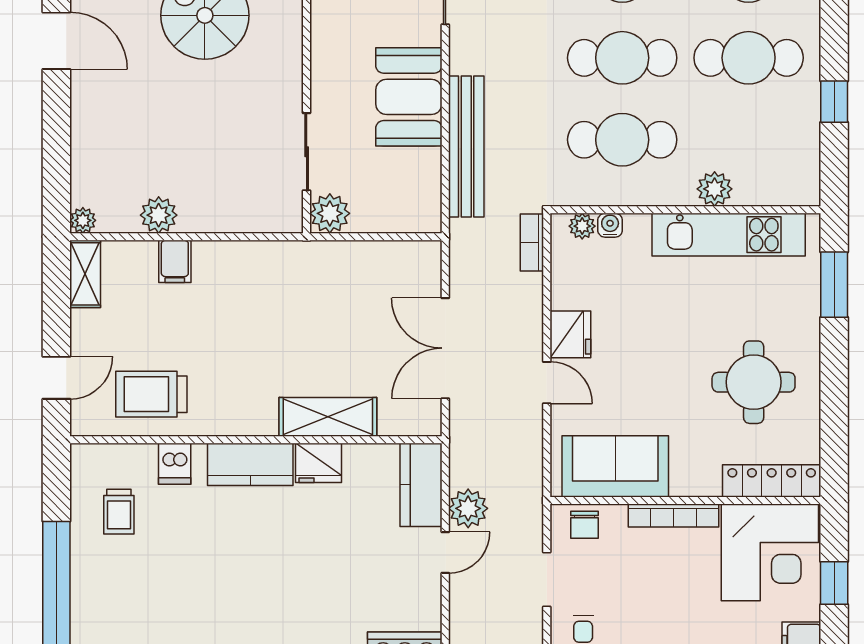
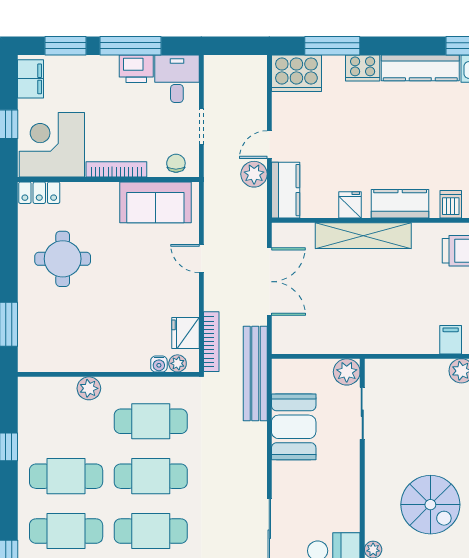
booth: (409, 97) -> (294, 427), moved
bench: (466, 146) -> (255, 373), moved
kitchen unit: (729, 235) -> (79, 358), removed
bookcase: (532, 242) -> (211, 342), width x1.56
fridge: (570, 334) -> (186, 333), moved
shelving: (328, 417) -> (363, 236), width x1.47
fridge: (318, 463) -> (350, 205), width x0.72
locker: (772, 481) -> (39, 193), width x0.66

